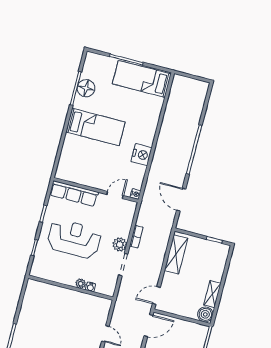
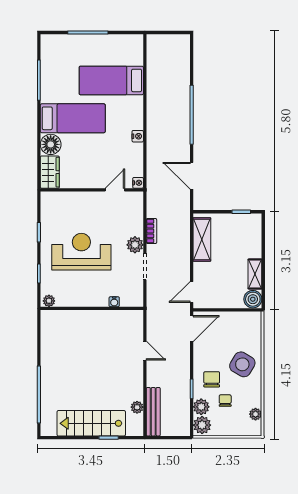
bed: (142, 79) -> (111, 80), moved
floor lamp: (86, 88) -> (51, 144), moved
nightstand: (141, 155) -> (138, 136), width x0.53, depth x0.56
wardrobe: (65, 166) -> (50, 172), added
row of seats: (74, 194) -> (68, 200), removed
plant: (81, 284) -> (49, 301), moved

